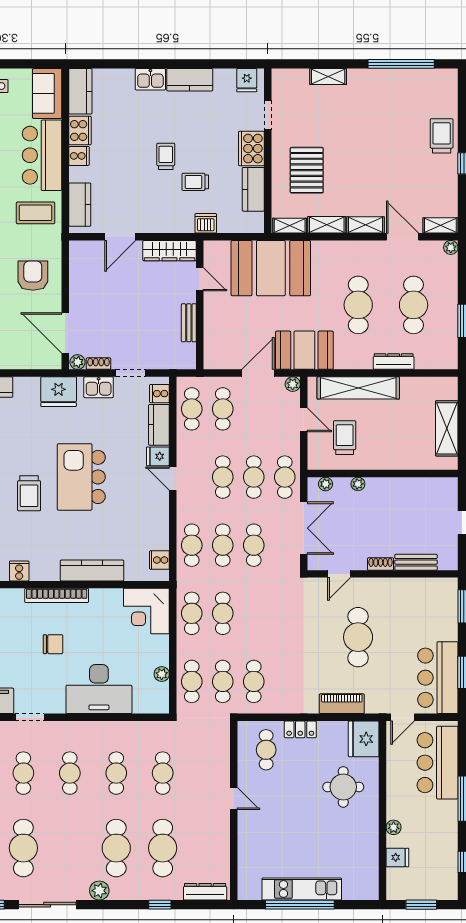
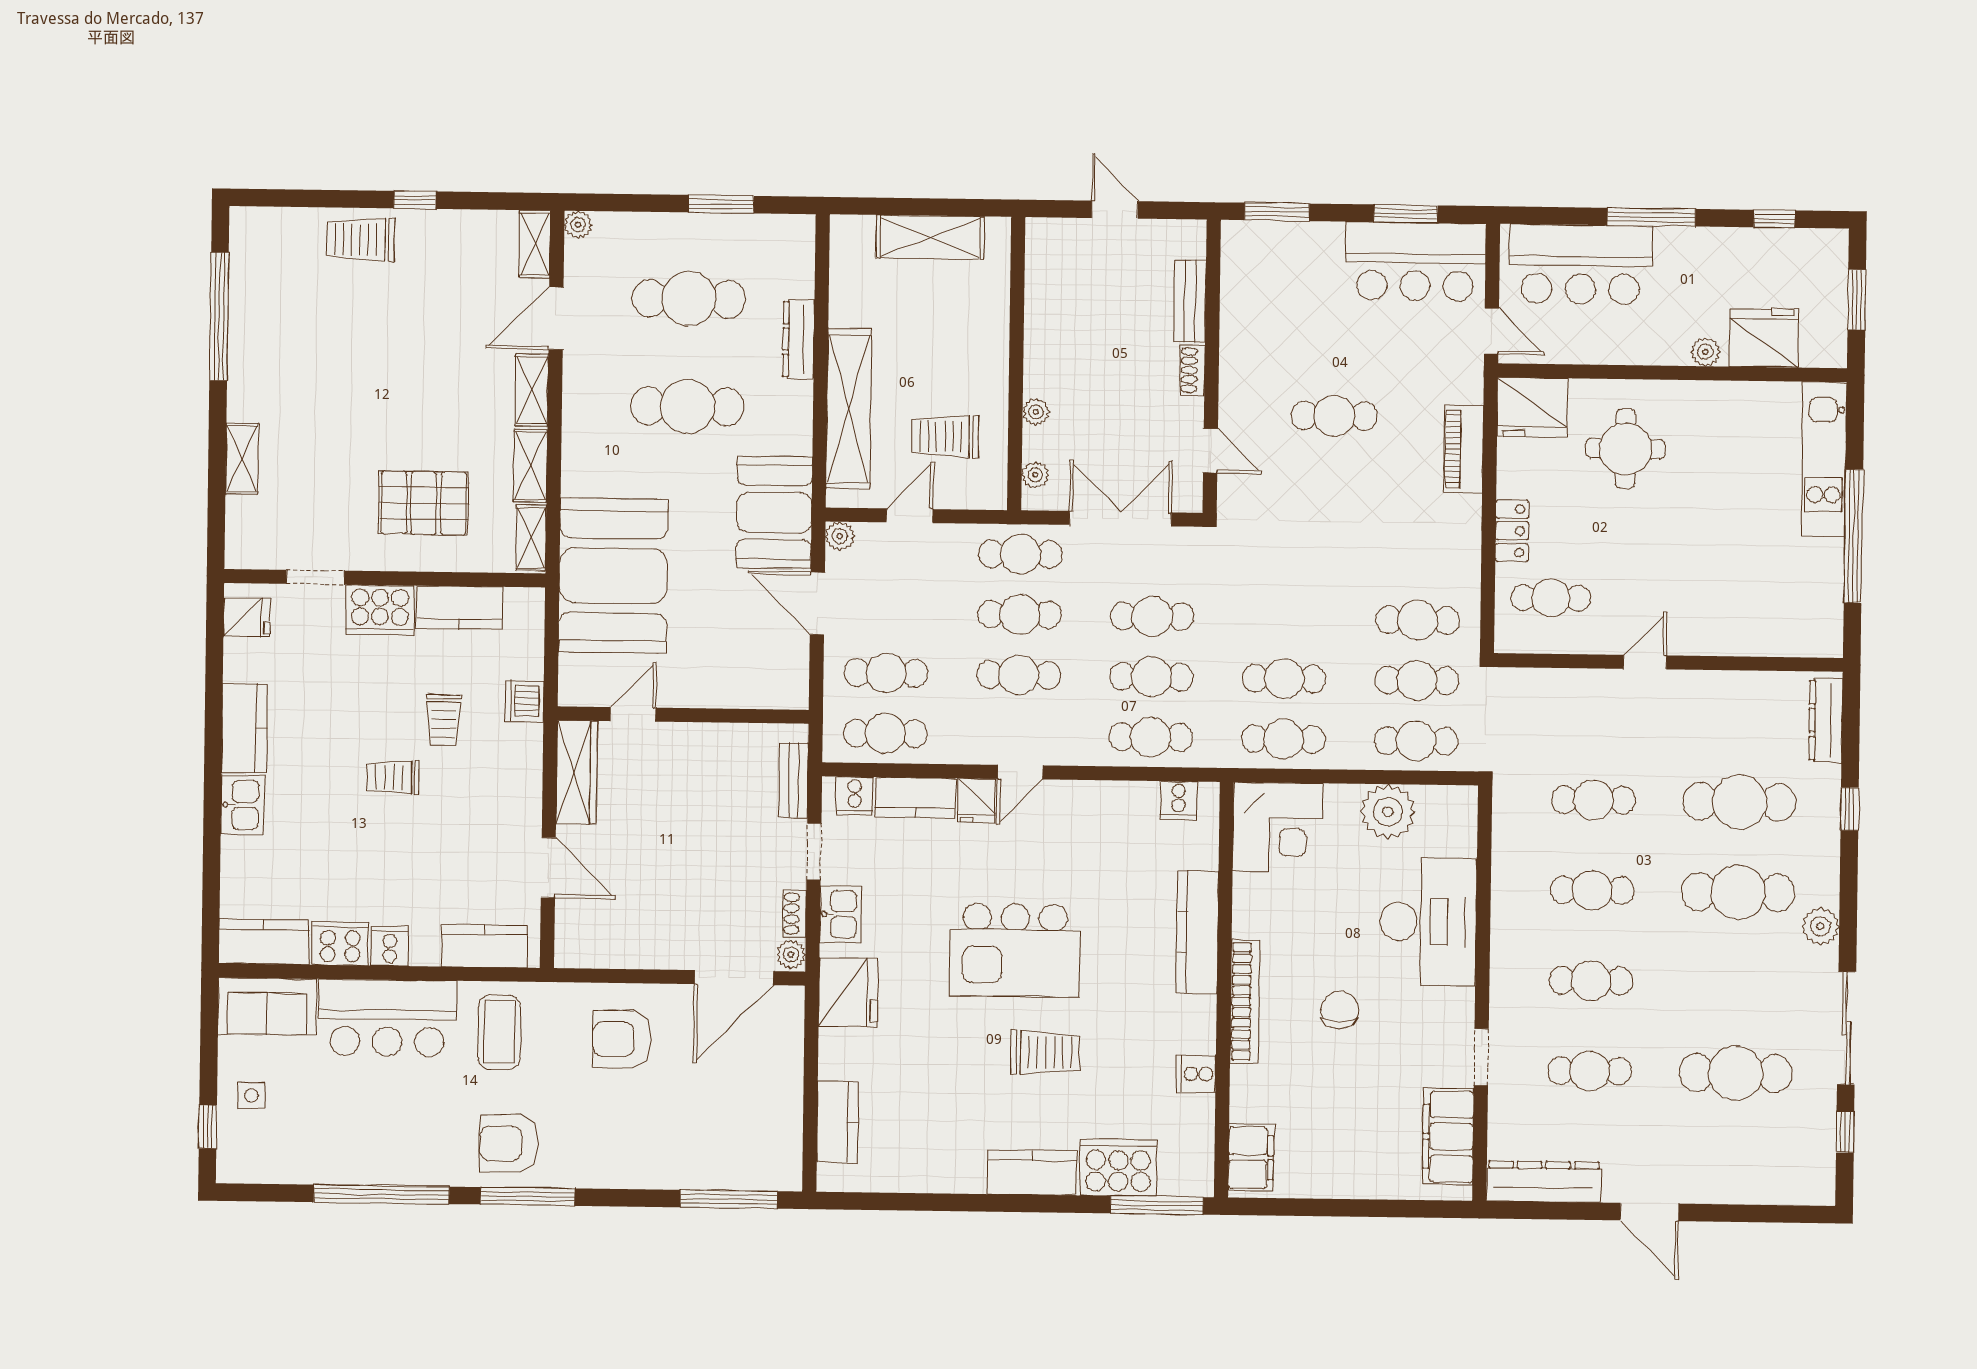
bench: (189, 323) -> (794, 780), moved, turned 90
cafe table: (358, 637) -> (1334, 416), width x0.73, depth x0.74
plant: (162, 674) -> (1388, 812), width x1.88, depth x1.88
fridge: (397, 857) -> (1764, 338), width x1.88, depth x1.34
kitchen unit: (302, 889) -> (1824, 459), moved

